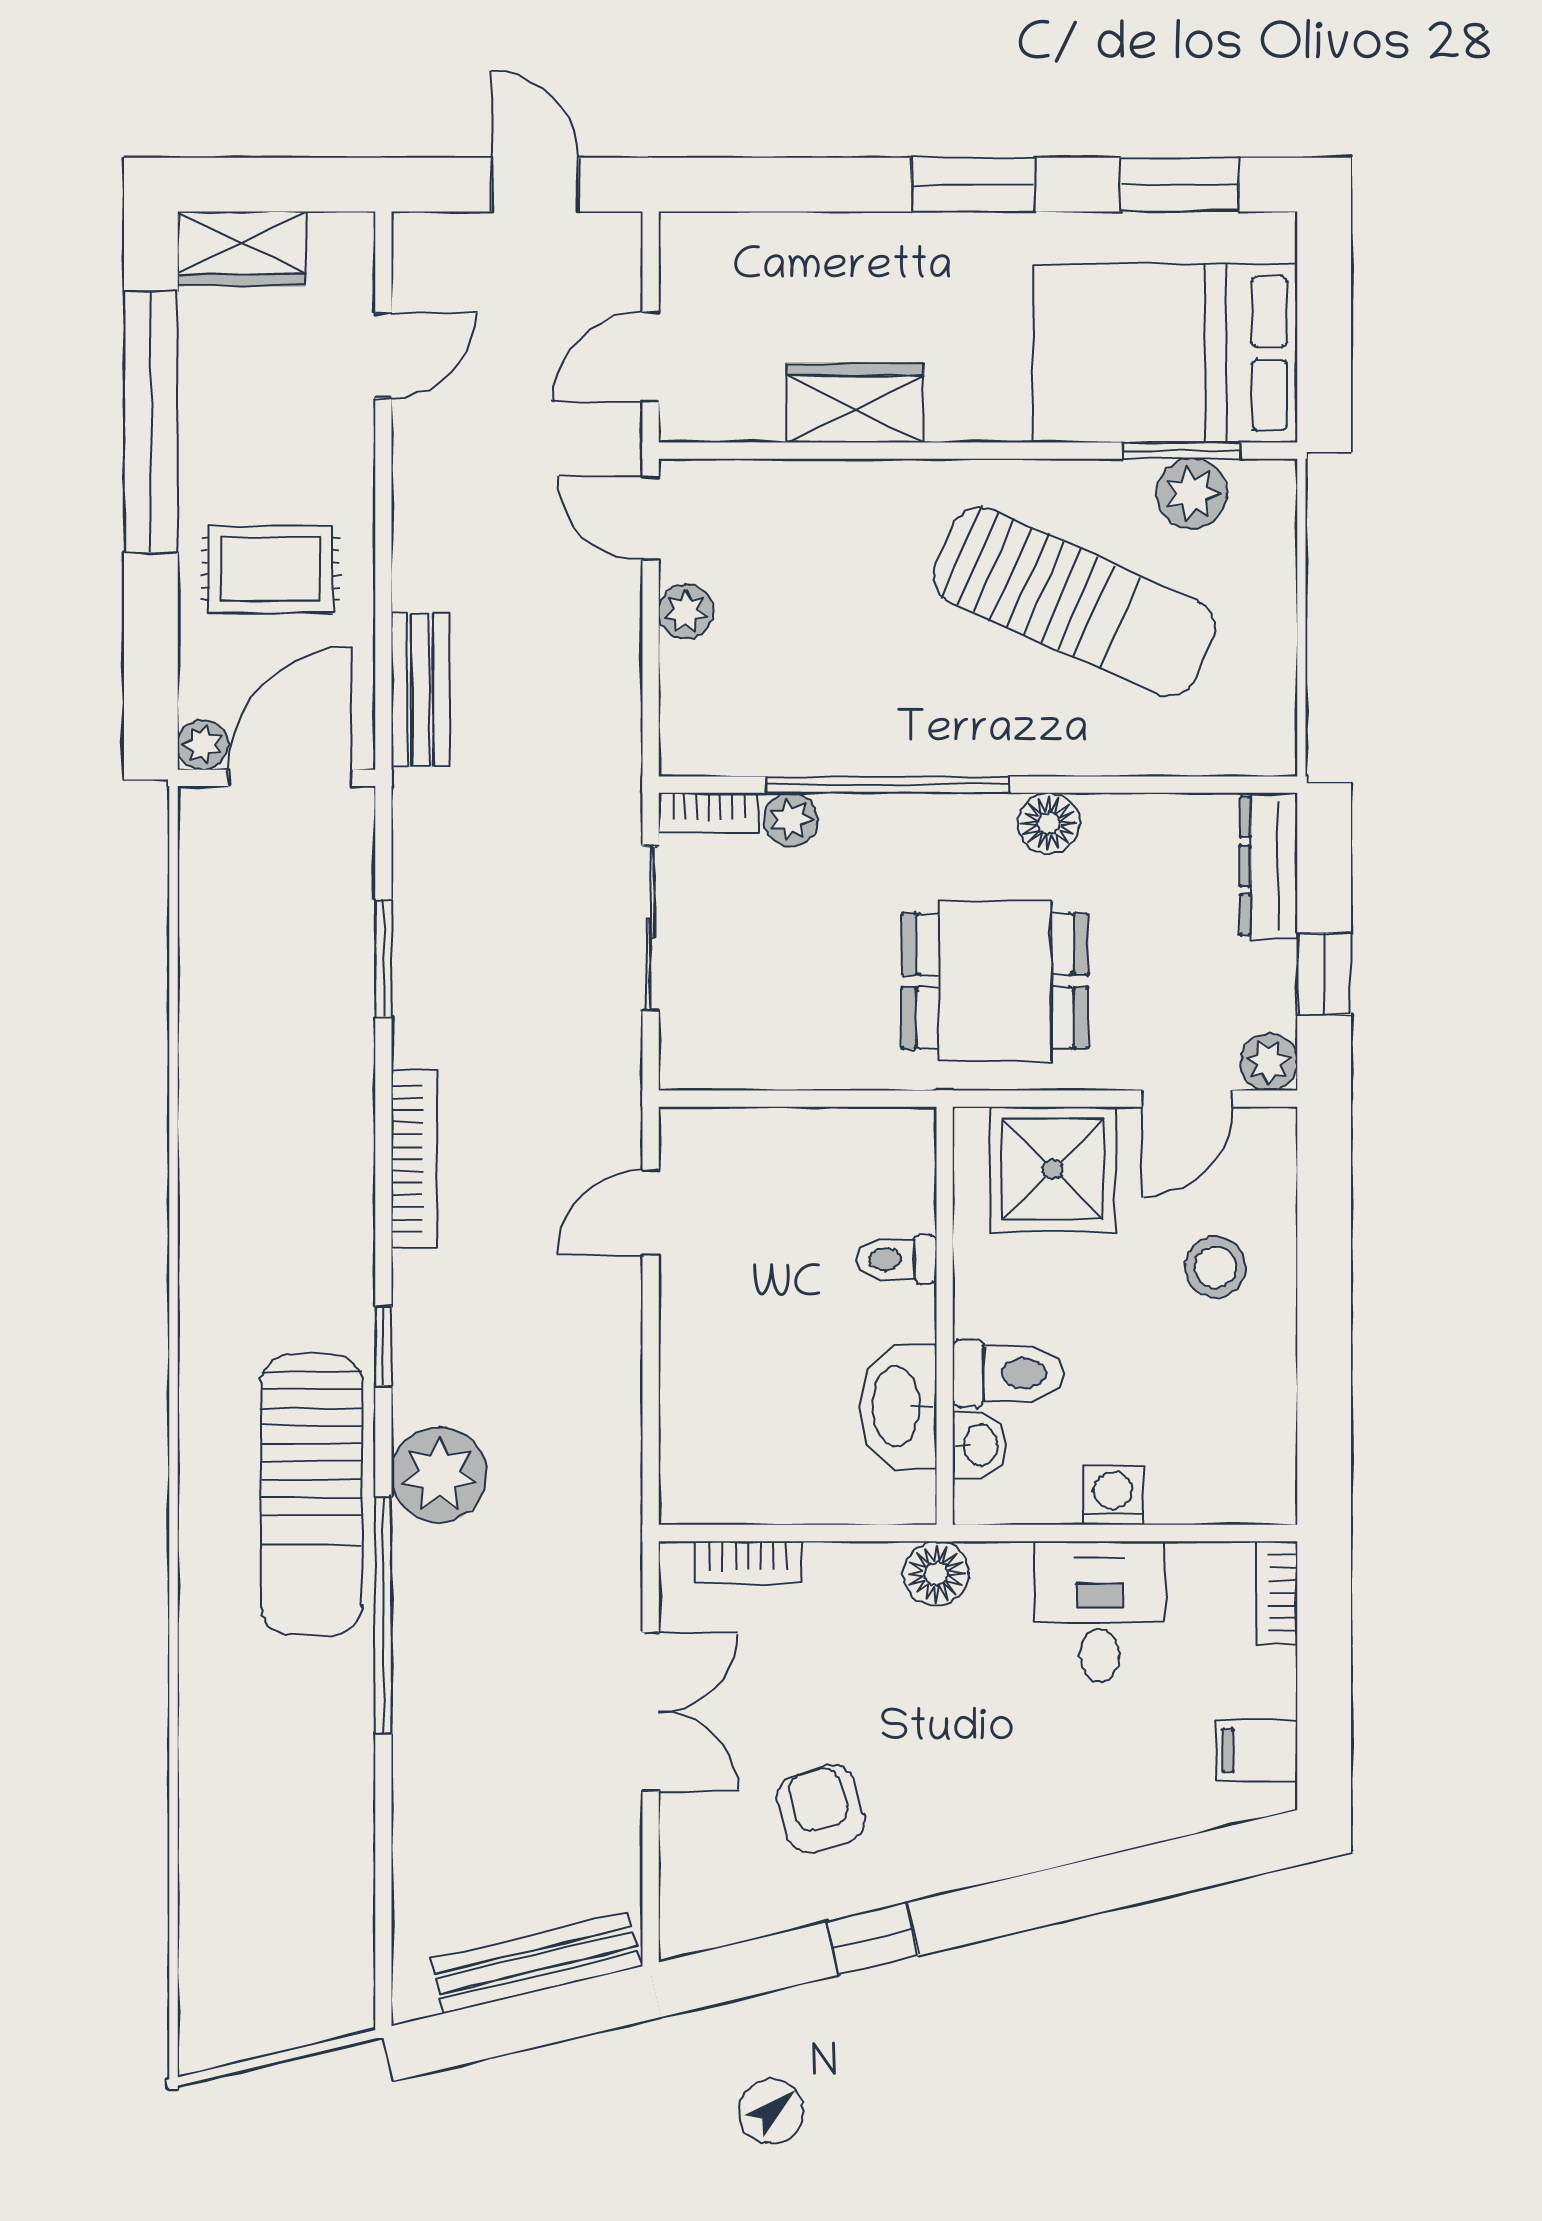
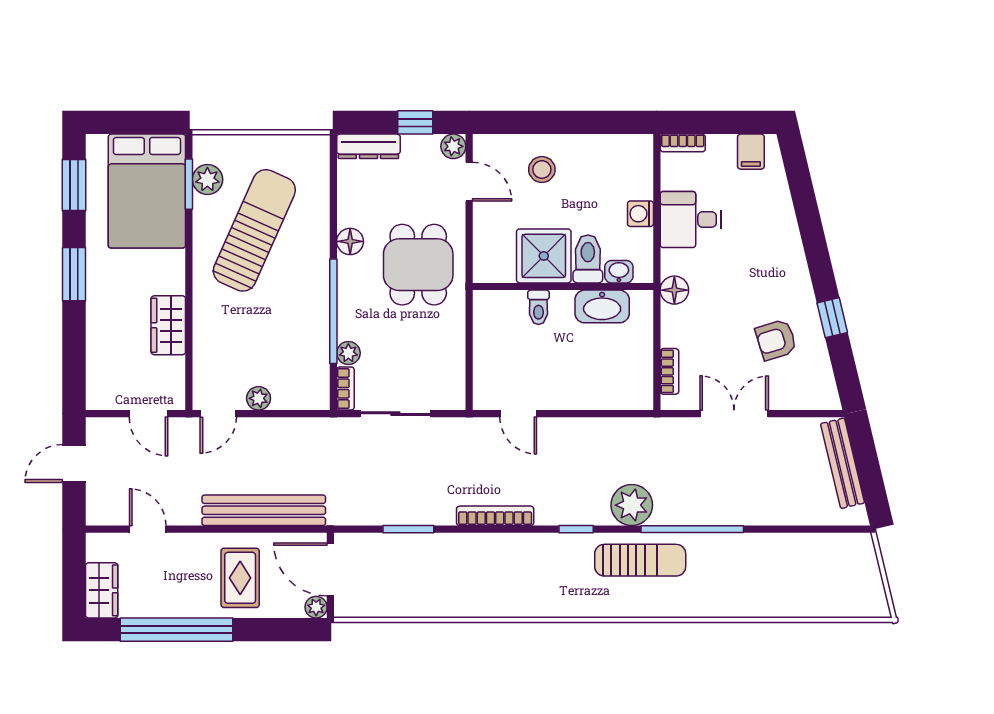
bench: (421, 690) -> (264, 510), width x1.86, depth x1.21
shower: (1053, 1169) -> (544, 256), moved
sun lounger: (311, 1494) -> (640, 560), width x0.73, depth x0.75

